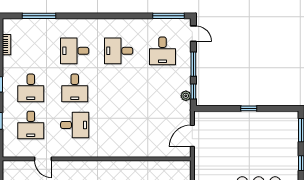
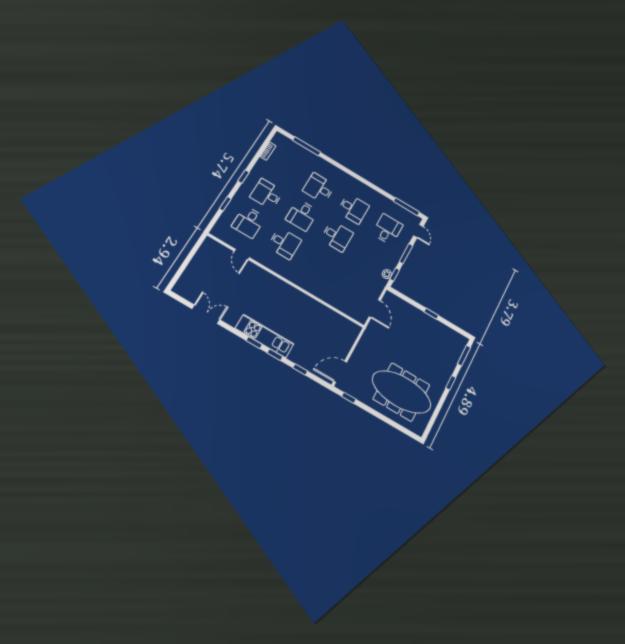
desk: (119, 51) -> (353, 209), turned 180
desk: (162, 51) -> (387, 229), turned 180
desk: (31, 88) -> (267, 194), turned 90
desk: (119, 88) -> (337, 236), added
door: (192, 136) -> (375, 309), swing flipped

